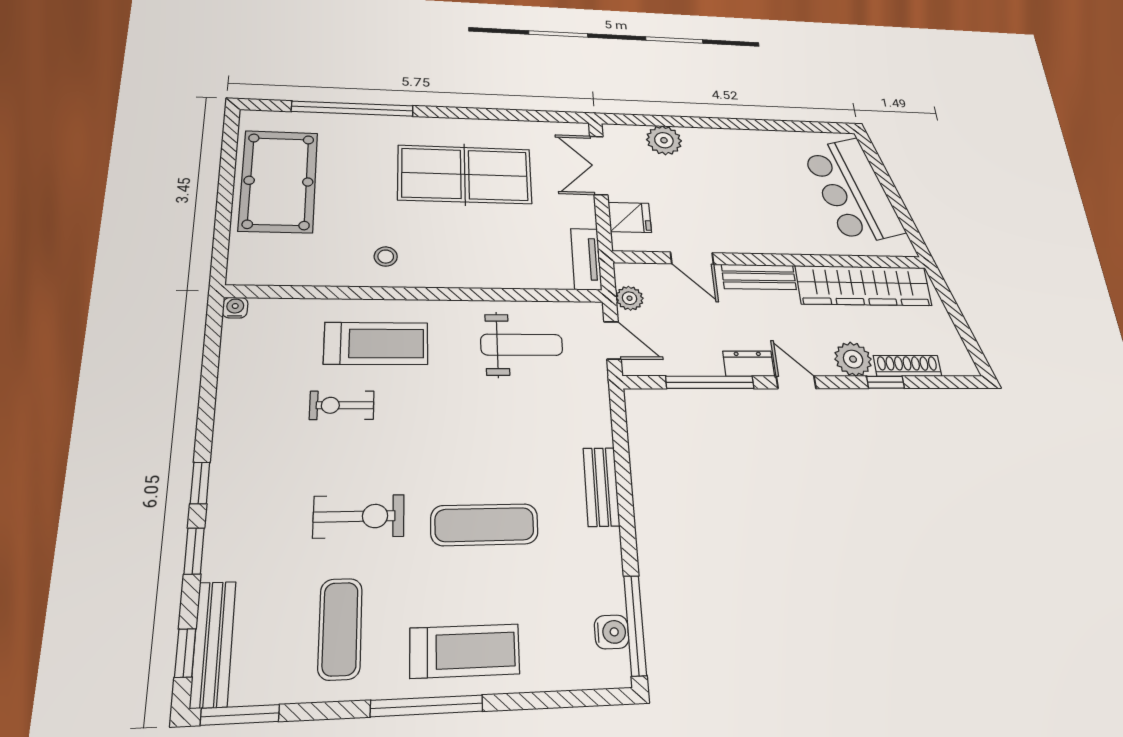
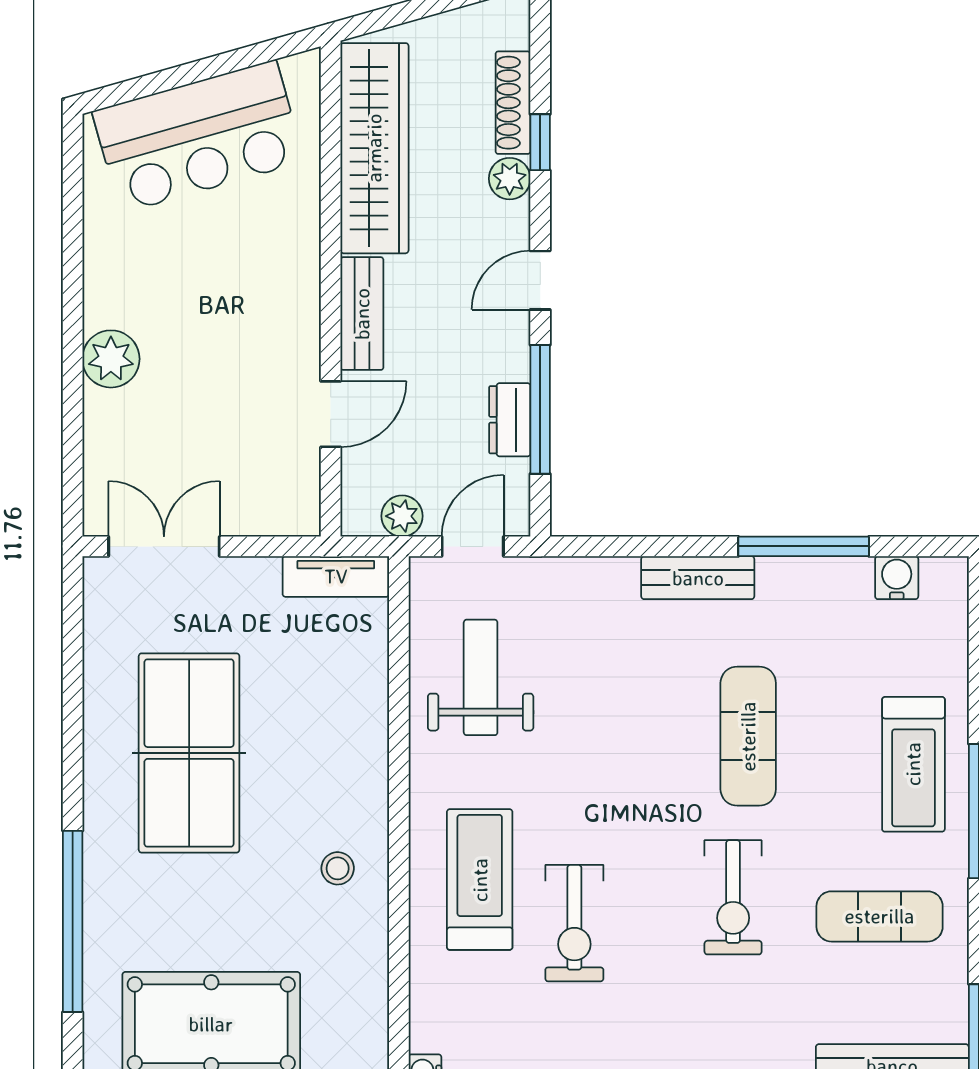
plant: (664, 140) -> (111, 359), moved
double door: (599, 165) -> (164, 546), swing flipped
fridge: (630, 217) -> (260, 505), removed
plant: (853, 359) -> (510, 179), width x0.73, depth x0.73
dresser: (749, 364) -> (510, 420), moved
exercise bike: (342, 405) -> (574, 923), width x1.38, depth x1.39
exercise bike: (359, 516) -> (733, 897), turned 180
window: (635, 625) -> (804, 546), moved
treadmill: (465, 651) -> (913, 764), turned 180

